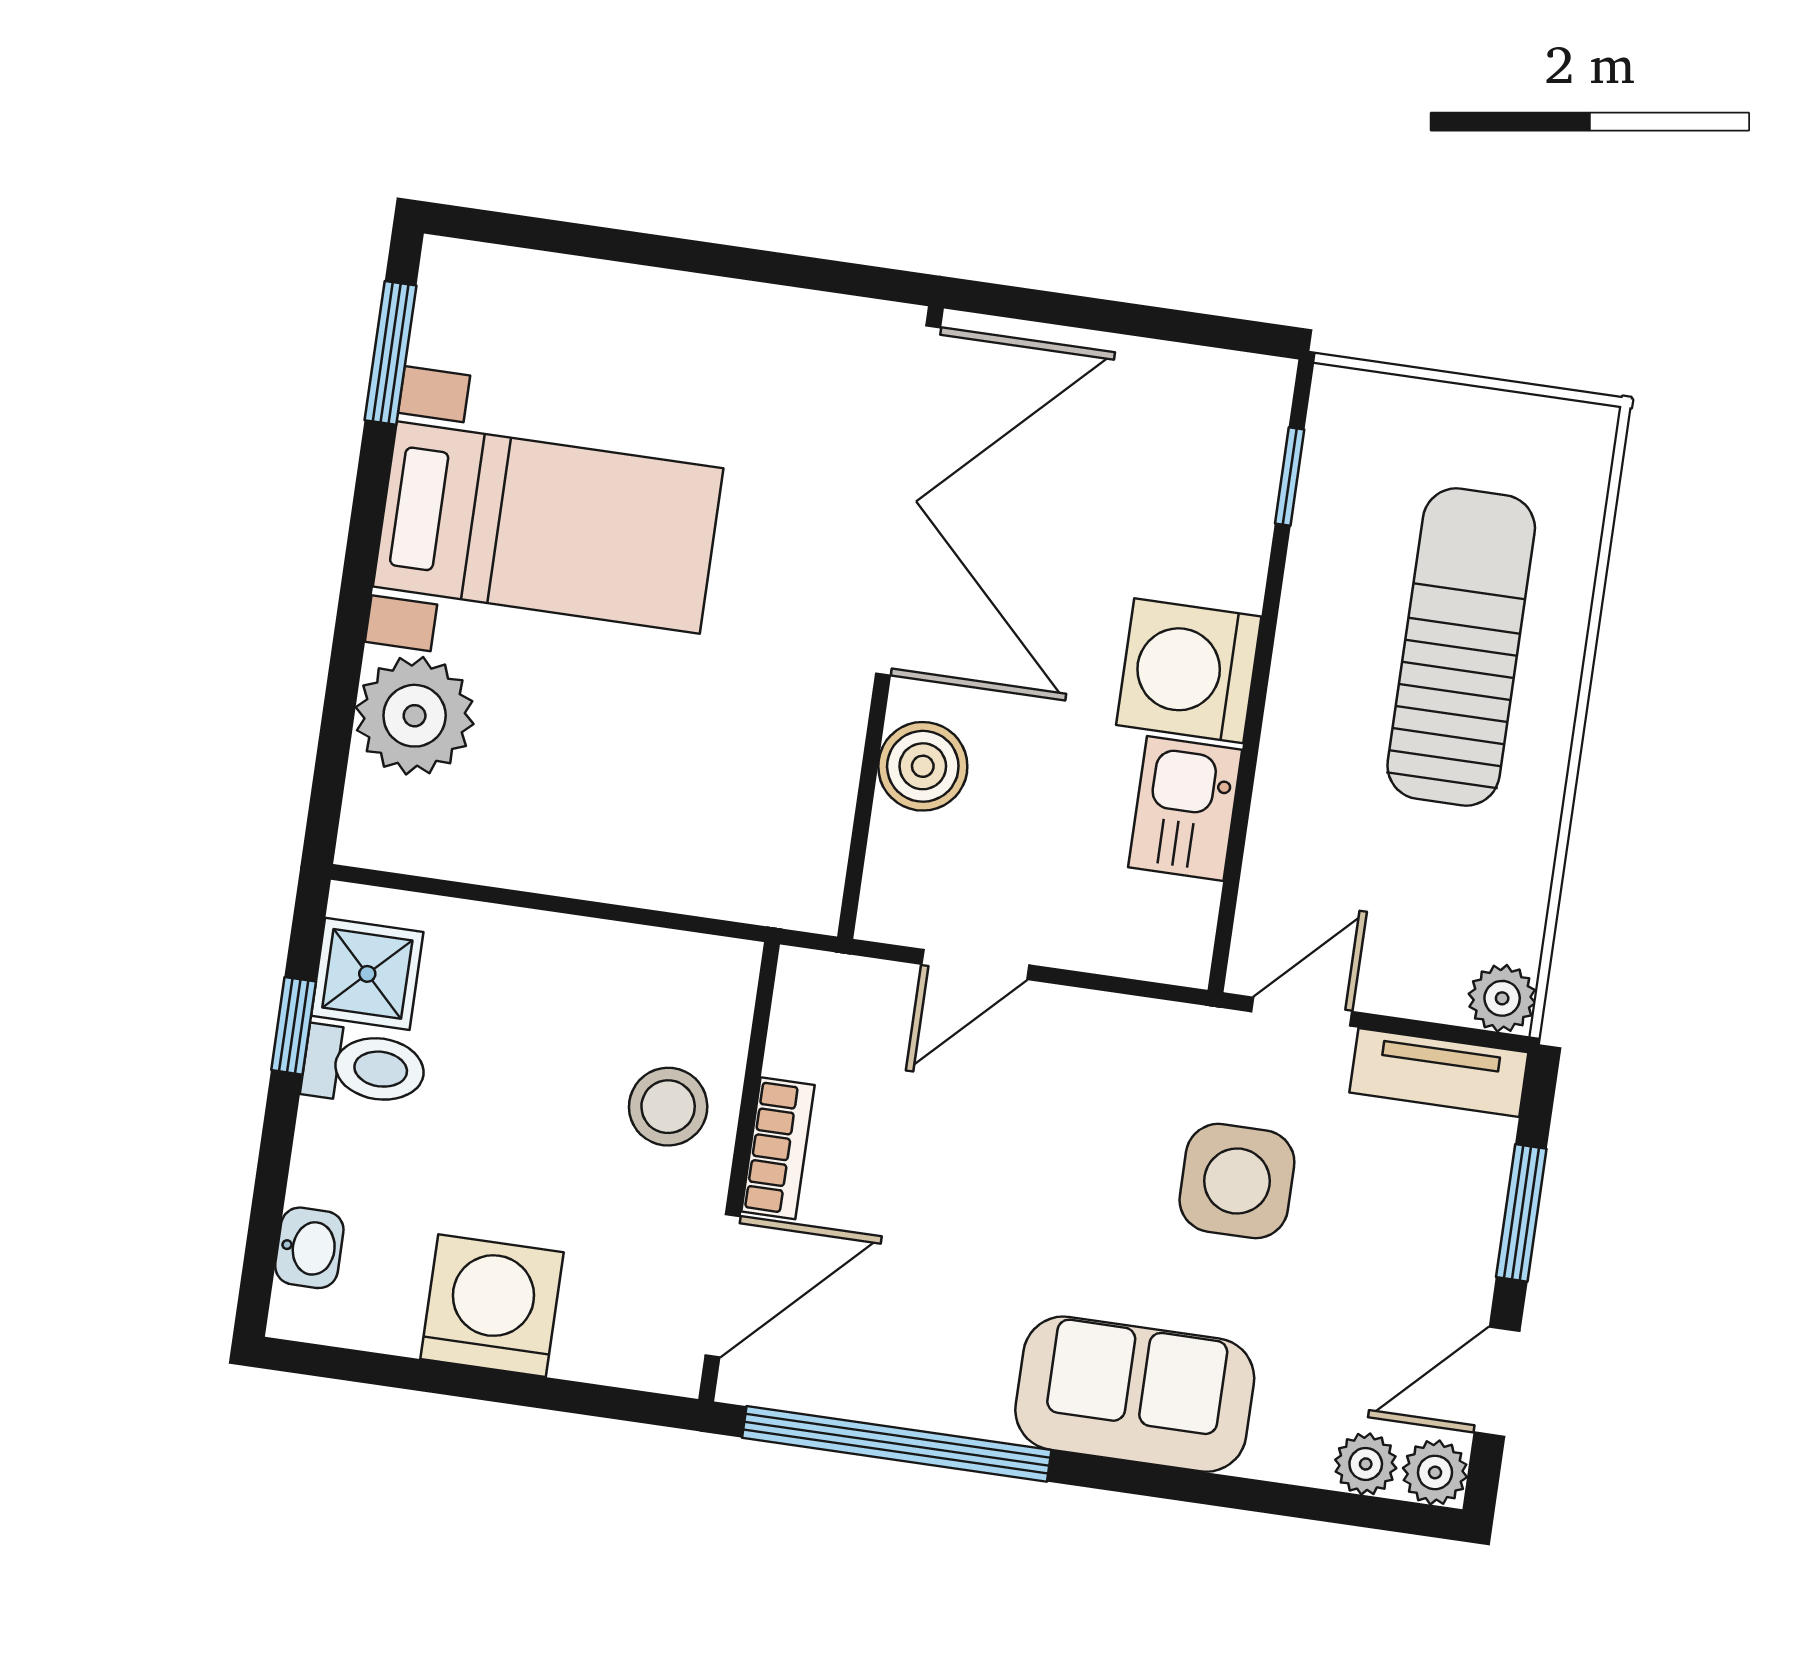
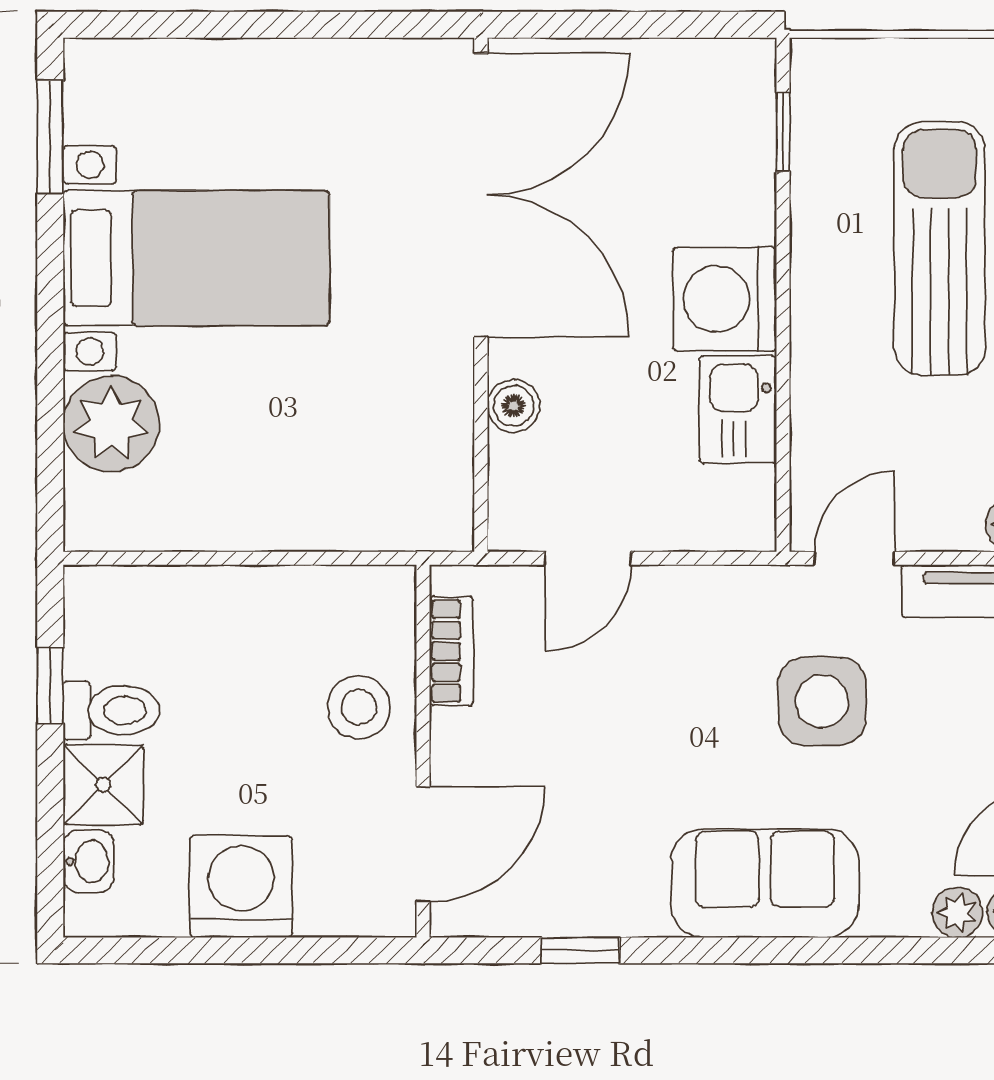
boiler: (923, 766) -> (514, 406), width x0.73, depth x0.73
shower: (367, 974) -> (103, 785), moved
bookcase: (778, 1148) -> (451, 651), moved
window: (897, 1444) -> (580, 950), width x0.32

